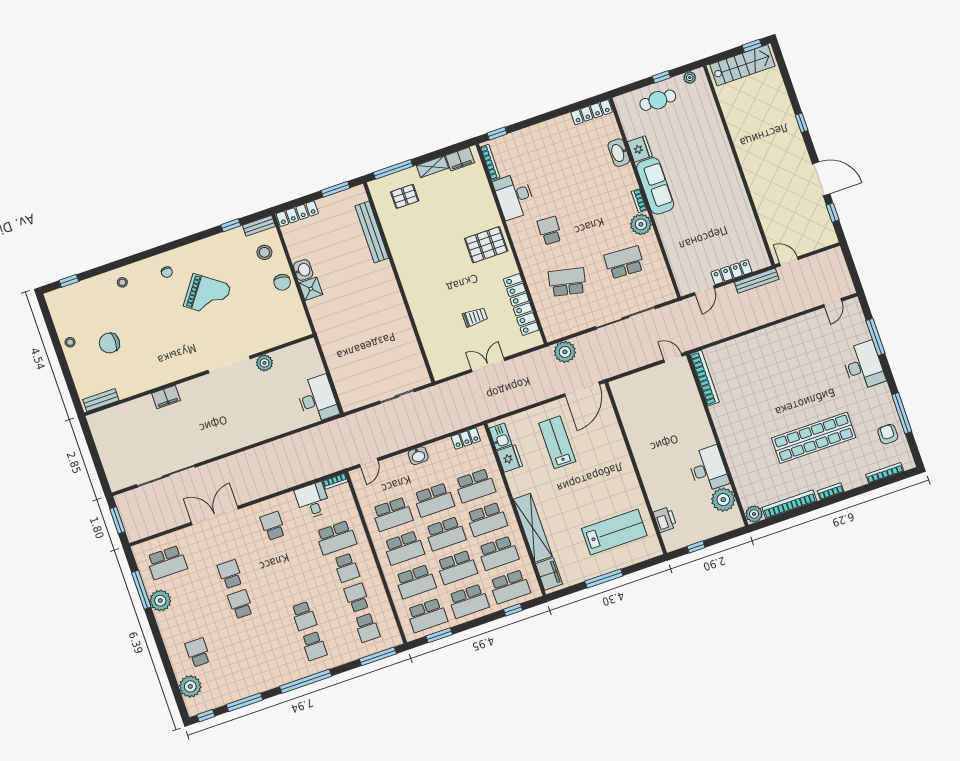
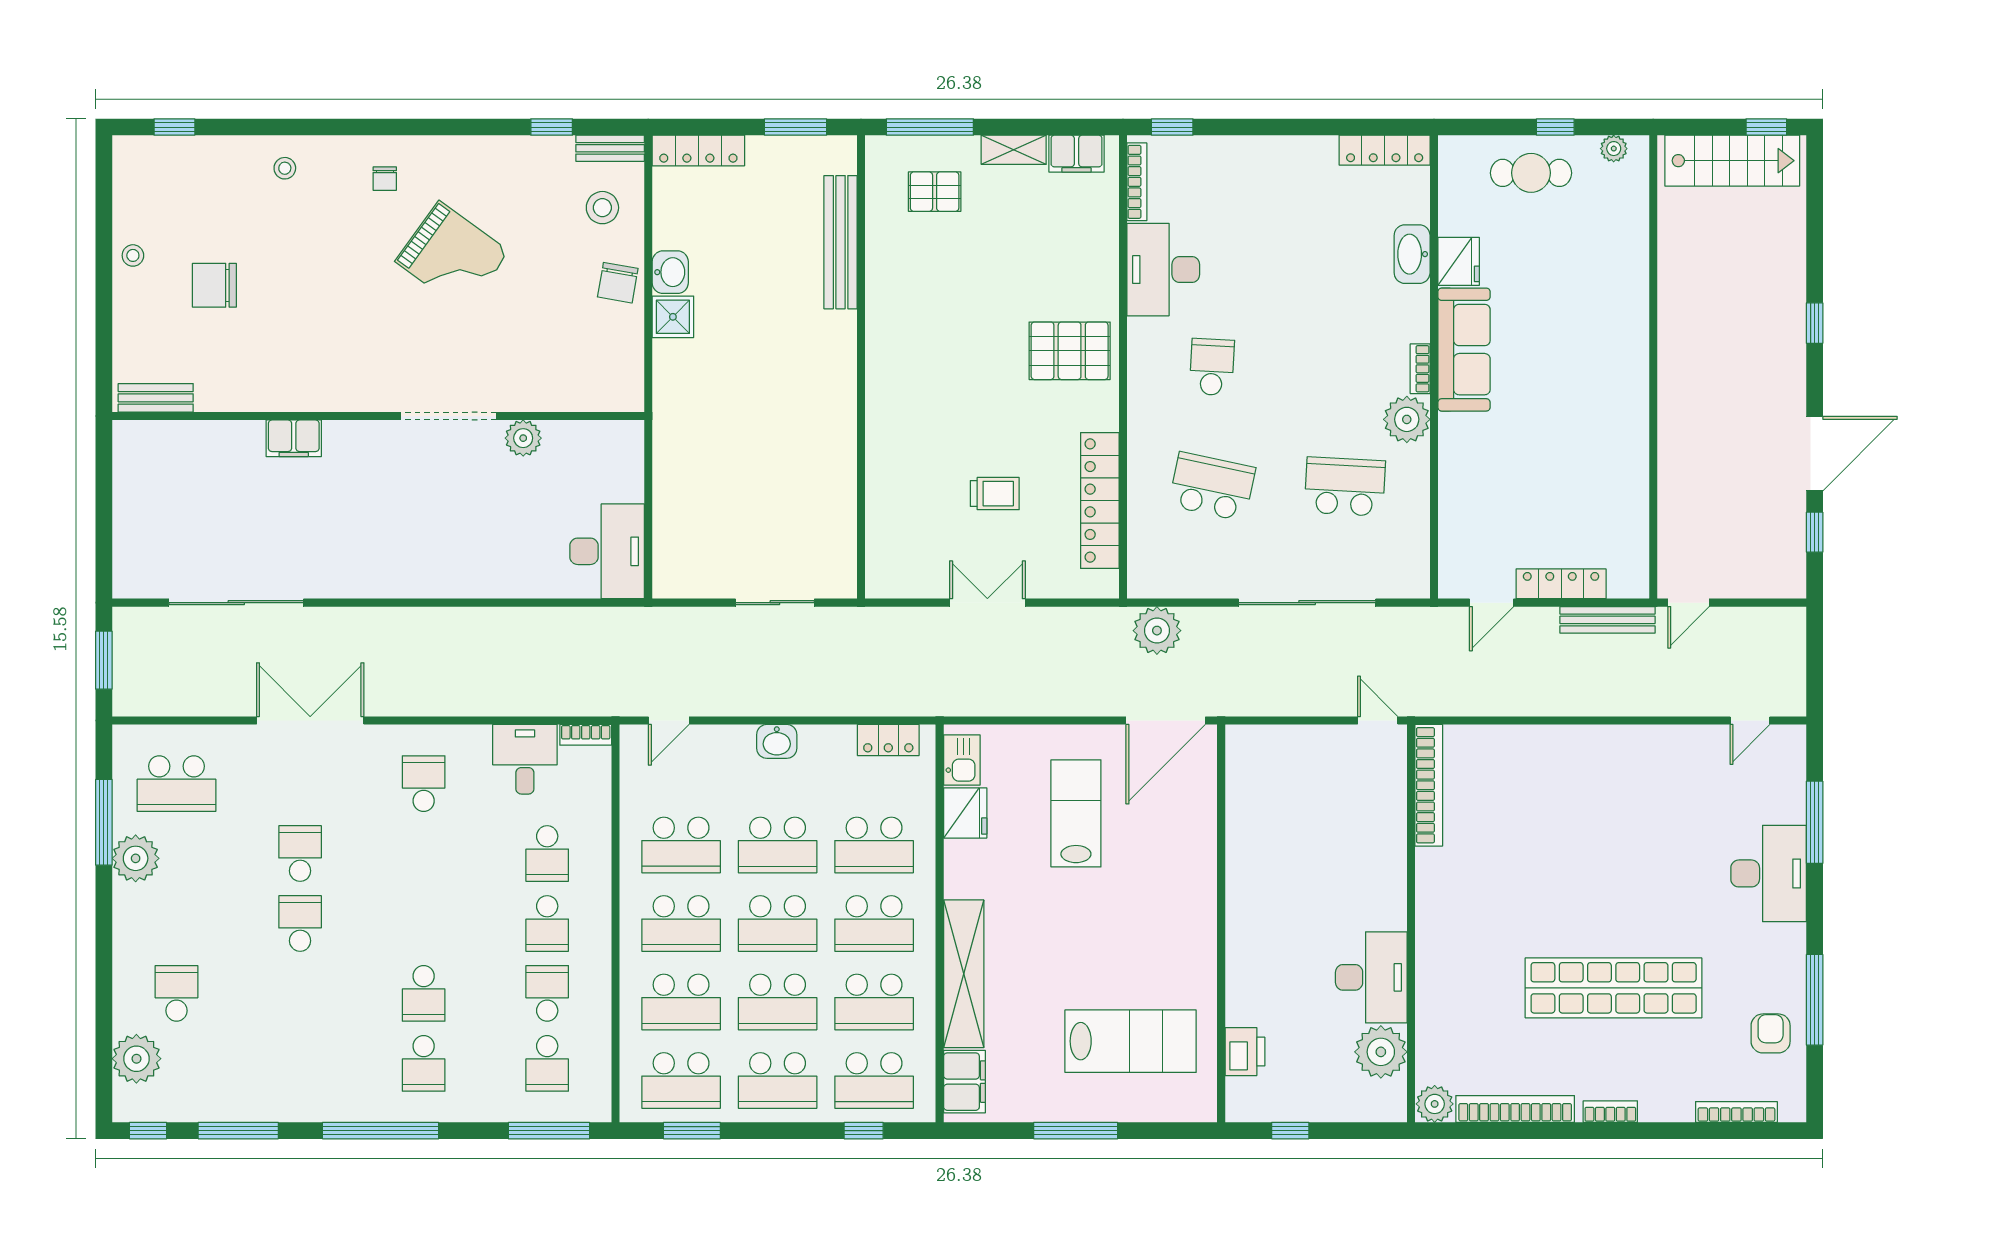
door: (821, 179) -> (1815, 454), hinge flipped
door: (789, 261) -> (1688, 603), swing flipped
school desk: (336, 538) -> (547, 854), width x0.54

